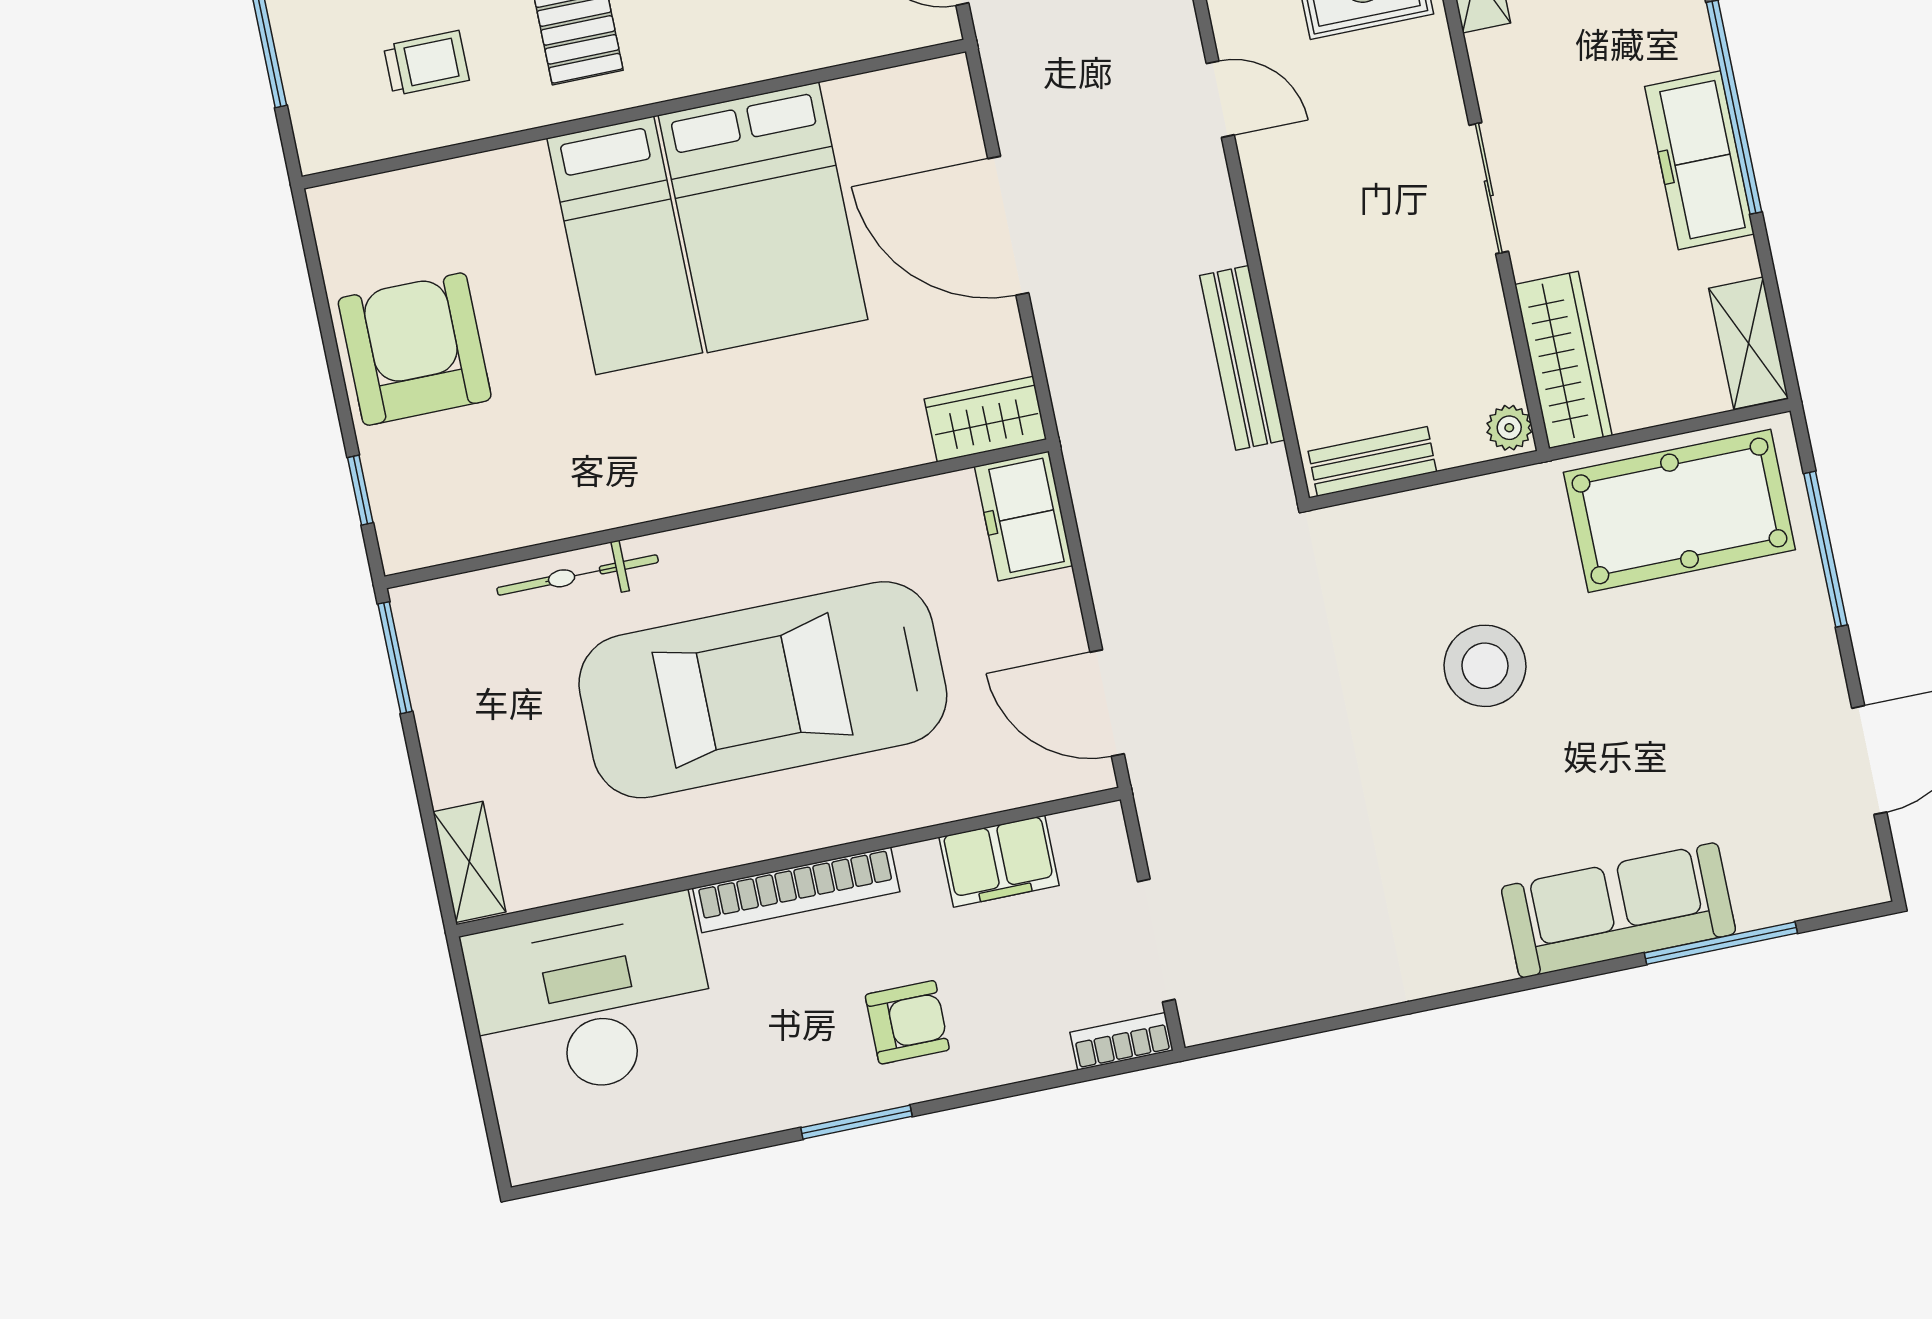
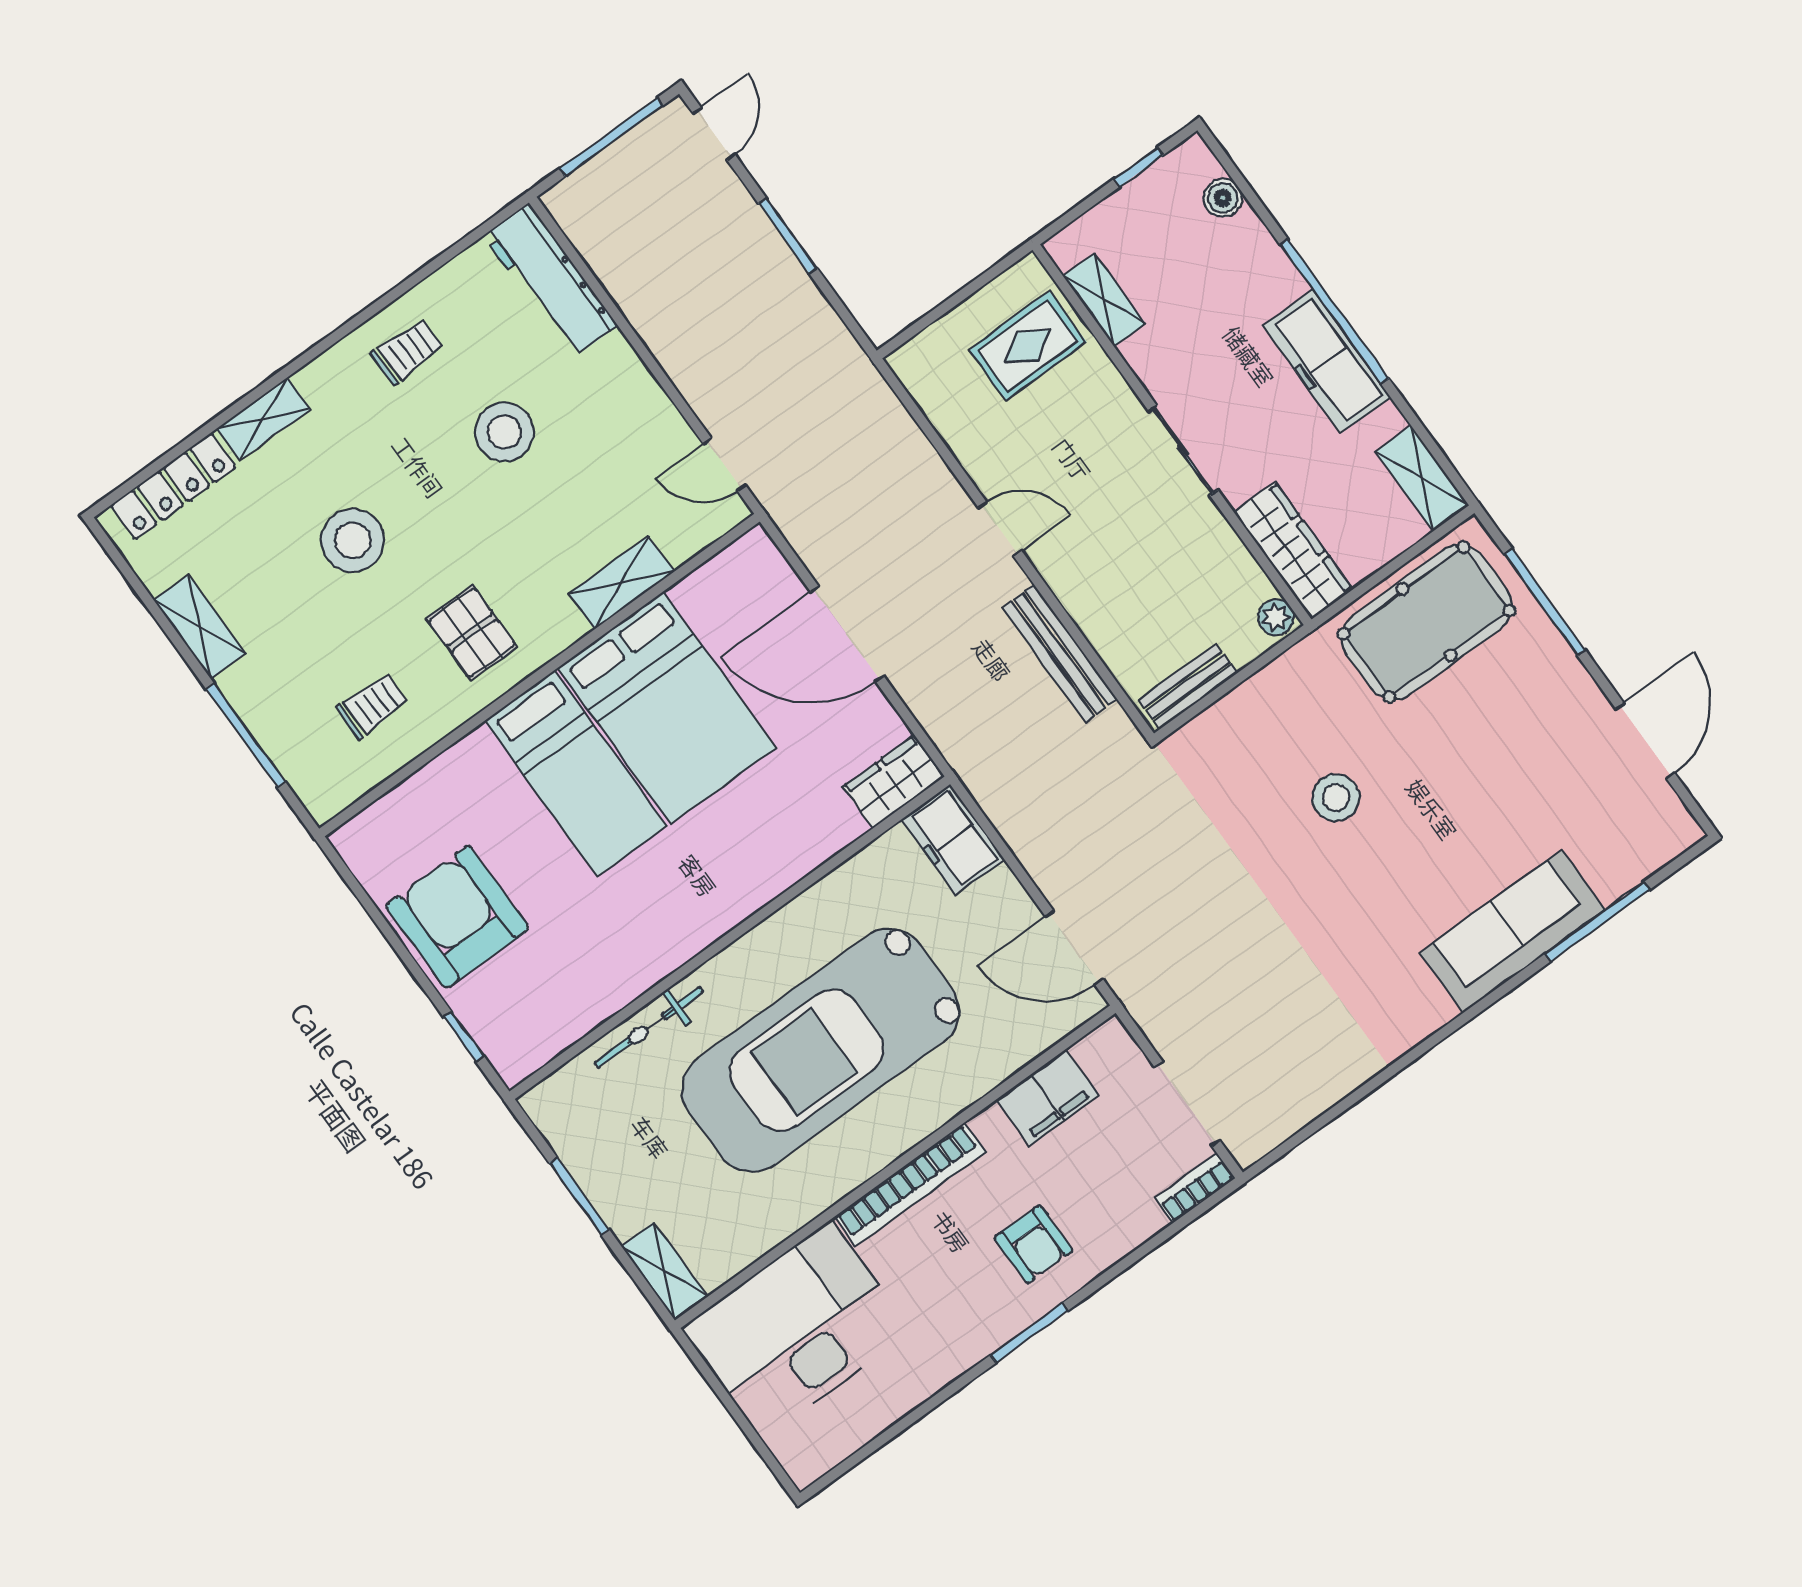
shelving: (776, 50) -> (621, 583), added
door: (1220, 99) -> (1000, 529), moved
window: (395, 658) -> (579, 1196), moved
stool: (1485, 666) -> (1336, 798), width x0.73, depth x0.73
armchair: (907, 1022) -> (1033, 1244), turned 90

